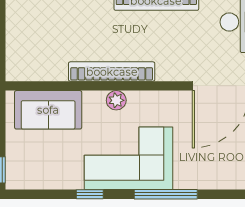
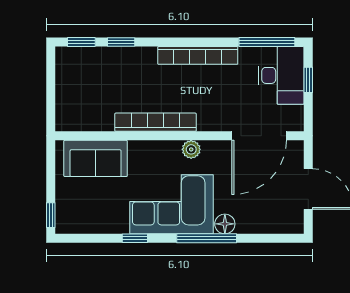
plant: (116, 100) -> (191, 149), moved
floor lamp: (185, 179) -> (225, 224), added

